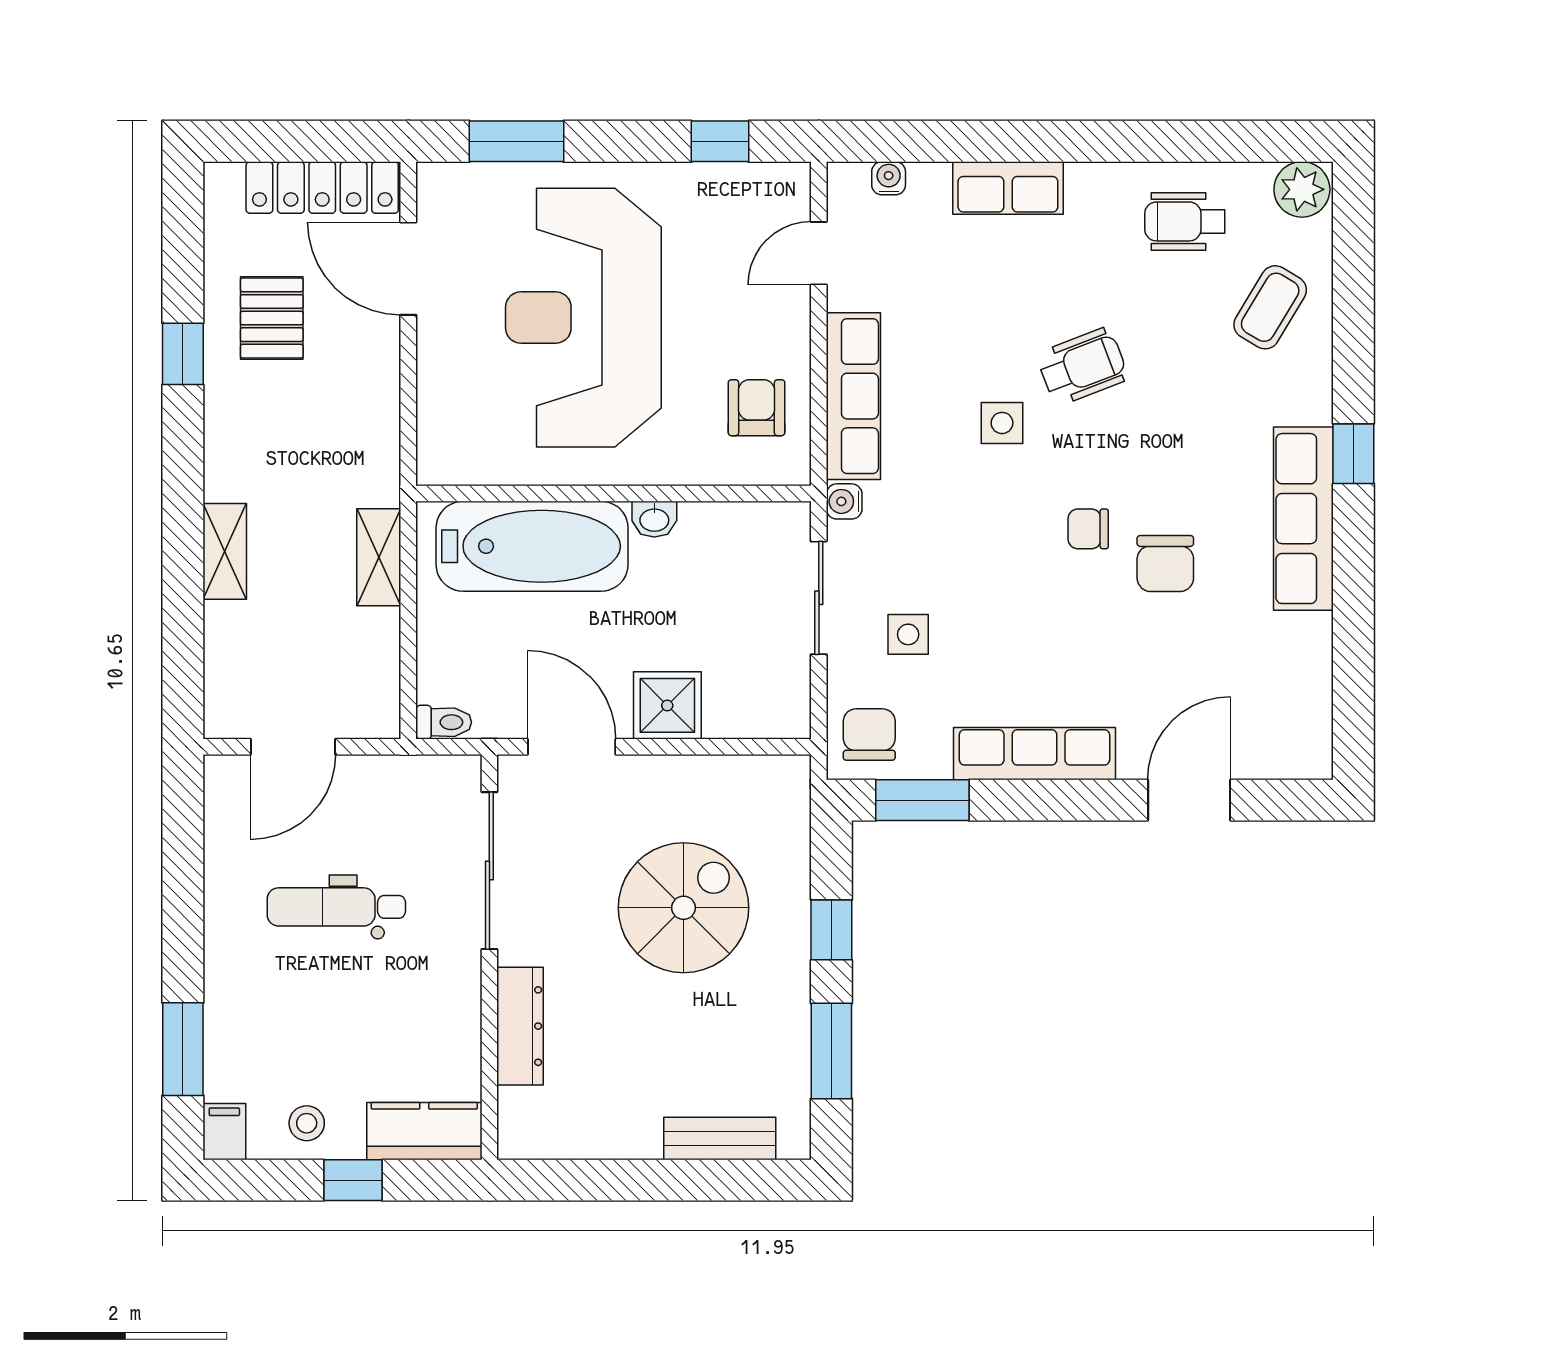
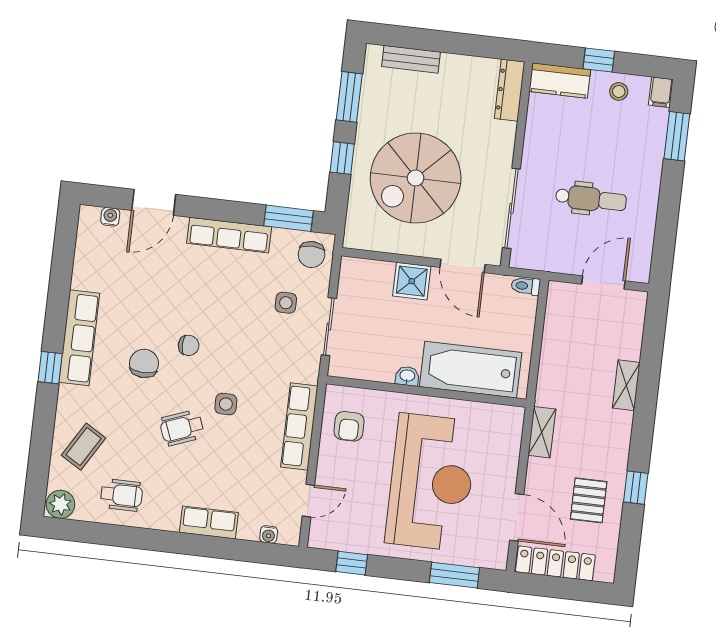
water cooler: (844, 501) -> (110, 217), moved, turned -90
shelving: (379, 557) -> (542, 432), moved
chair: (1165, 564) -> (144, 363), moved
spiral stairs: (683, 908) -> (416, 178), width x1.37, depth x1.37
dresser: (520, 1026) -> (510, 90), moved

